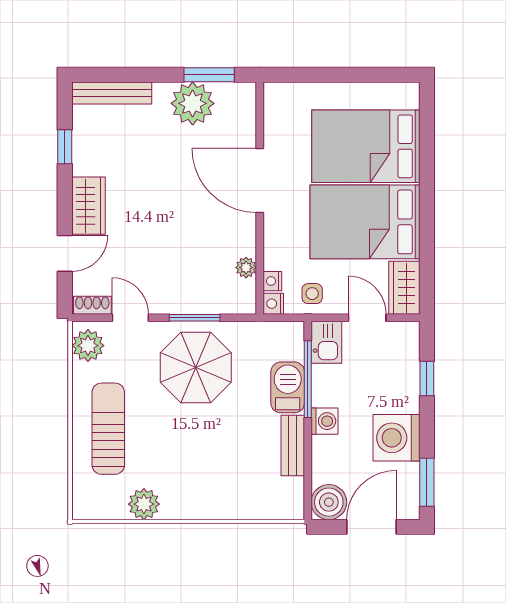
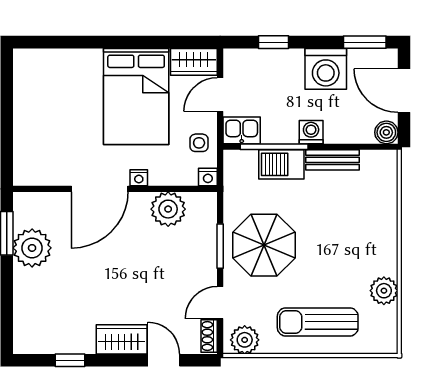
bench: (112, 93) -> (23, 319), removed
bed: (366, 146) -> (70, 96), removed
plant: (246, 268) -> (168, 209), width x1.88, depth x1.88
nightstand: (272, 281) -> (139, 178), moved
boiler: (329, 502) -> (386, 132), width x0.73, depth x0.73

